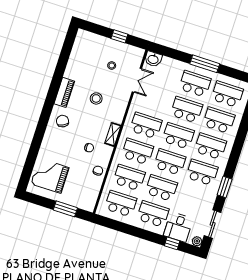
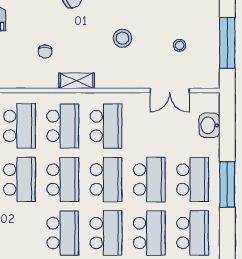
window: (119, 36) -> (227, 43), width x2.17
washbasin: (153, 59) -> (209, 125), moved
chair: (98, 171) -> (15, 76), removed

